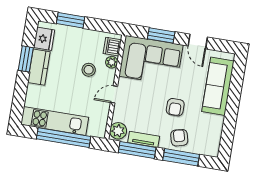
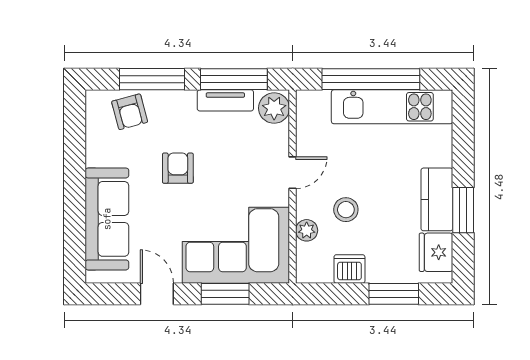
dishwasher: (112, 47) -> (349, 269), moved, turned -90
armchair: (179, 138) -> (130, 112), moved

